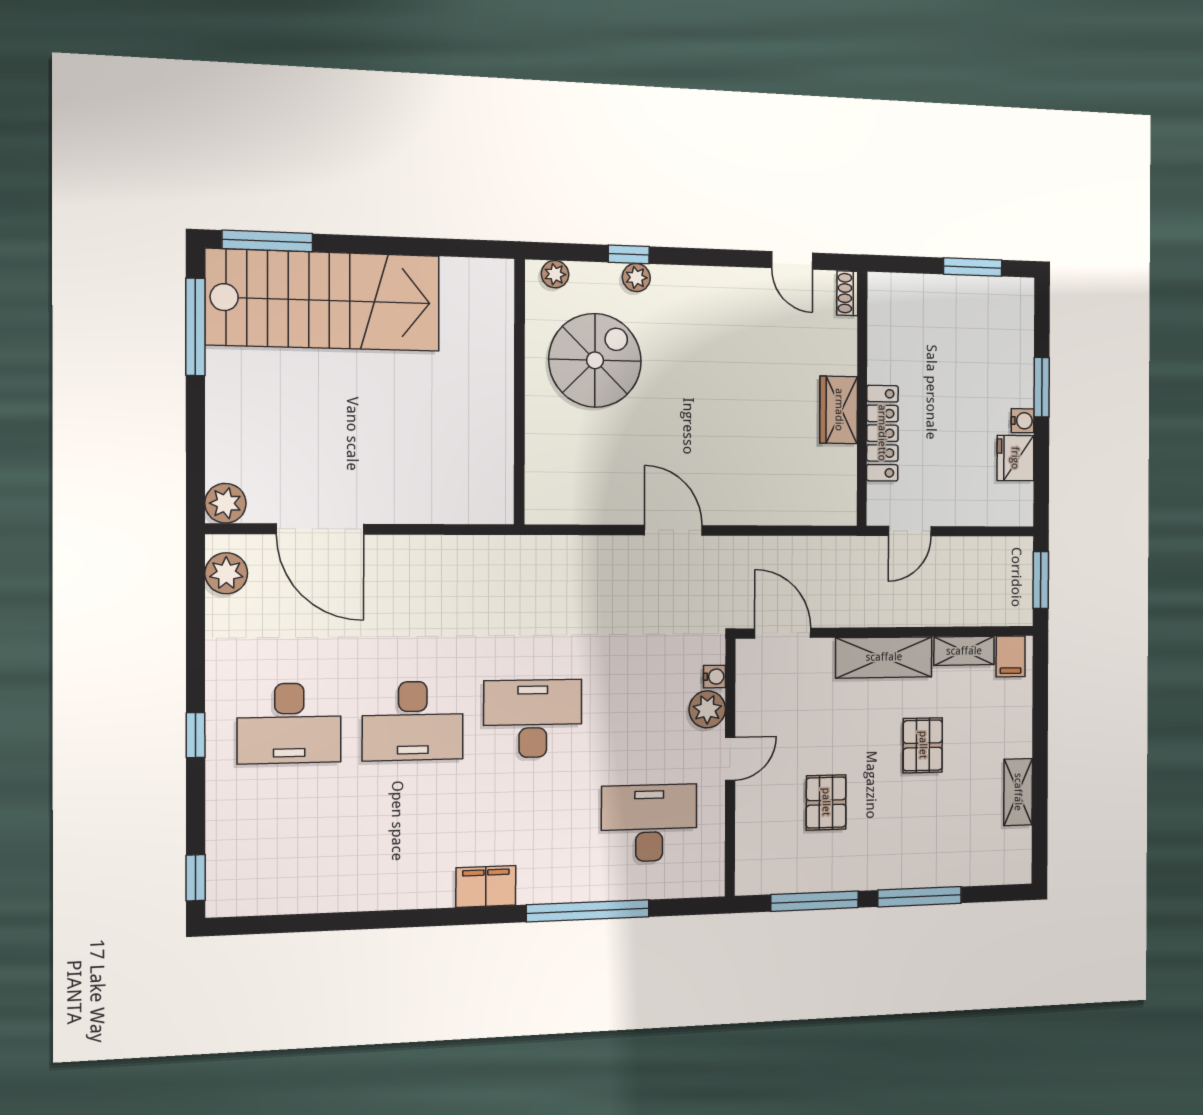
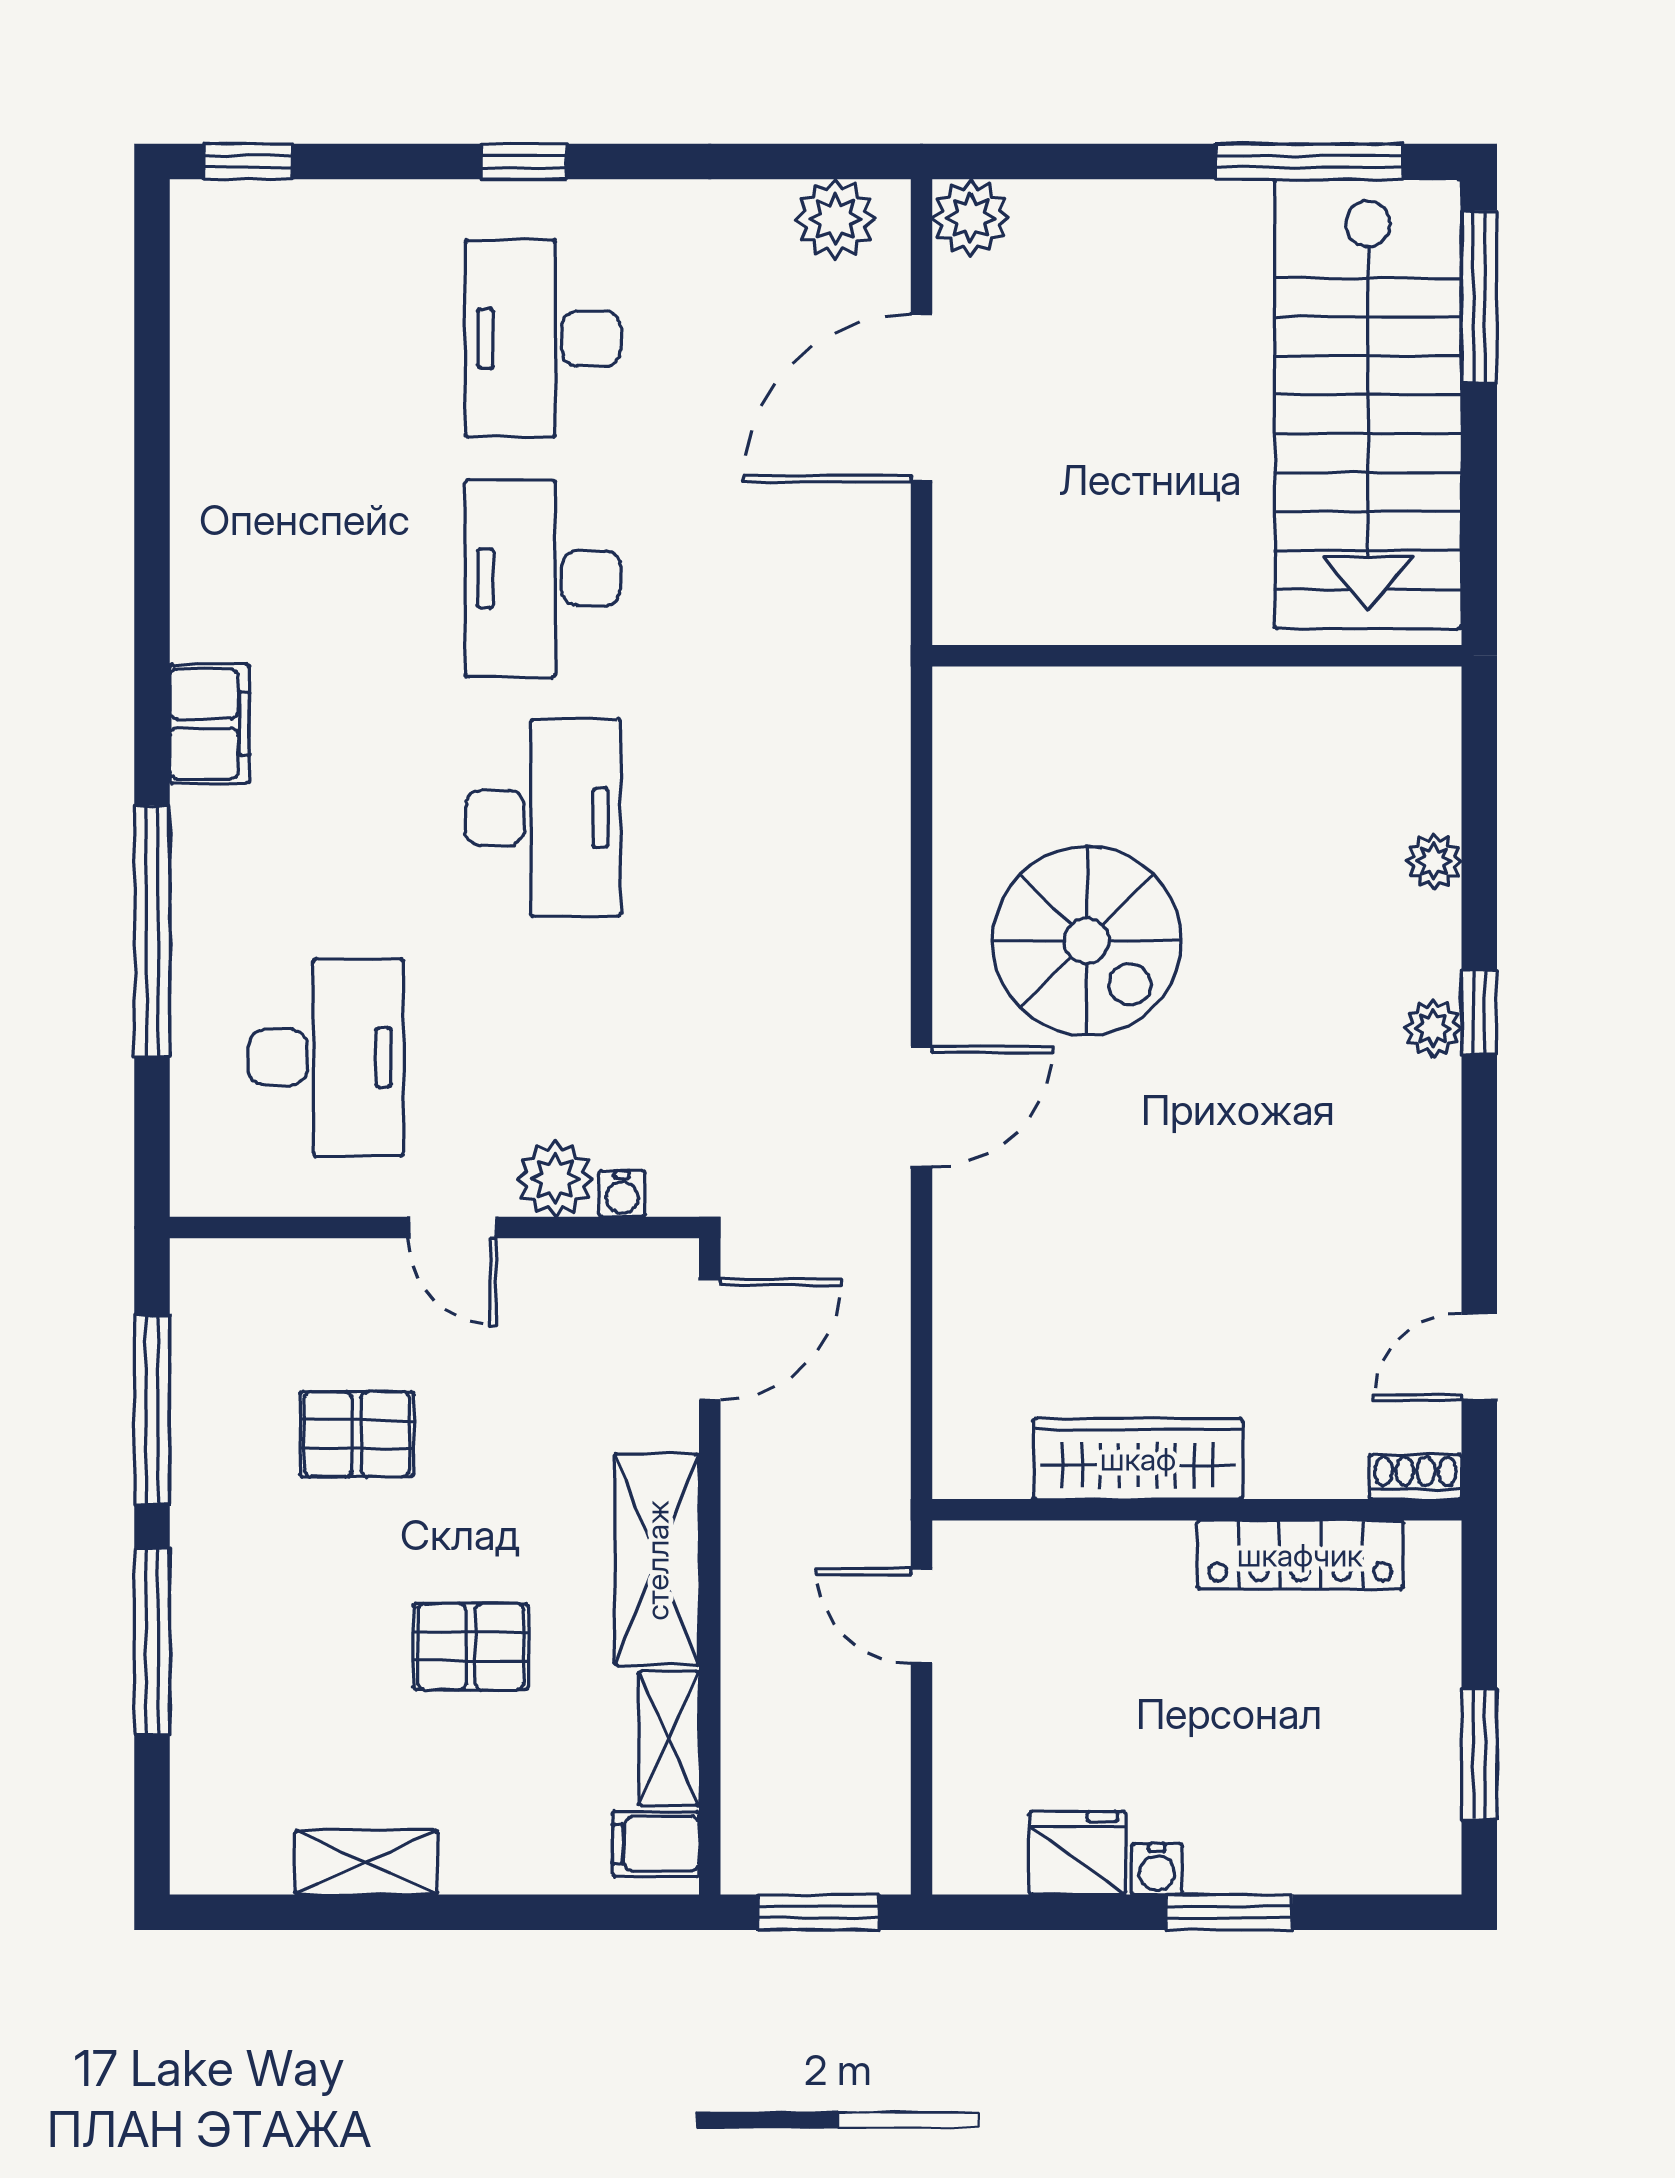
spiral stairs: (595, 360) -> (1087, 941), moved
wall: (519, 392) -> (1197, 656), moved
wardrobe: (839, 410) -> (1138, 1459), width x1.50
locker: (882, 433) -> (1300, 1555), moved

